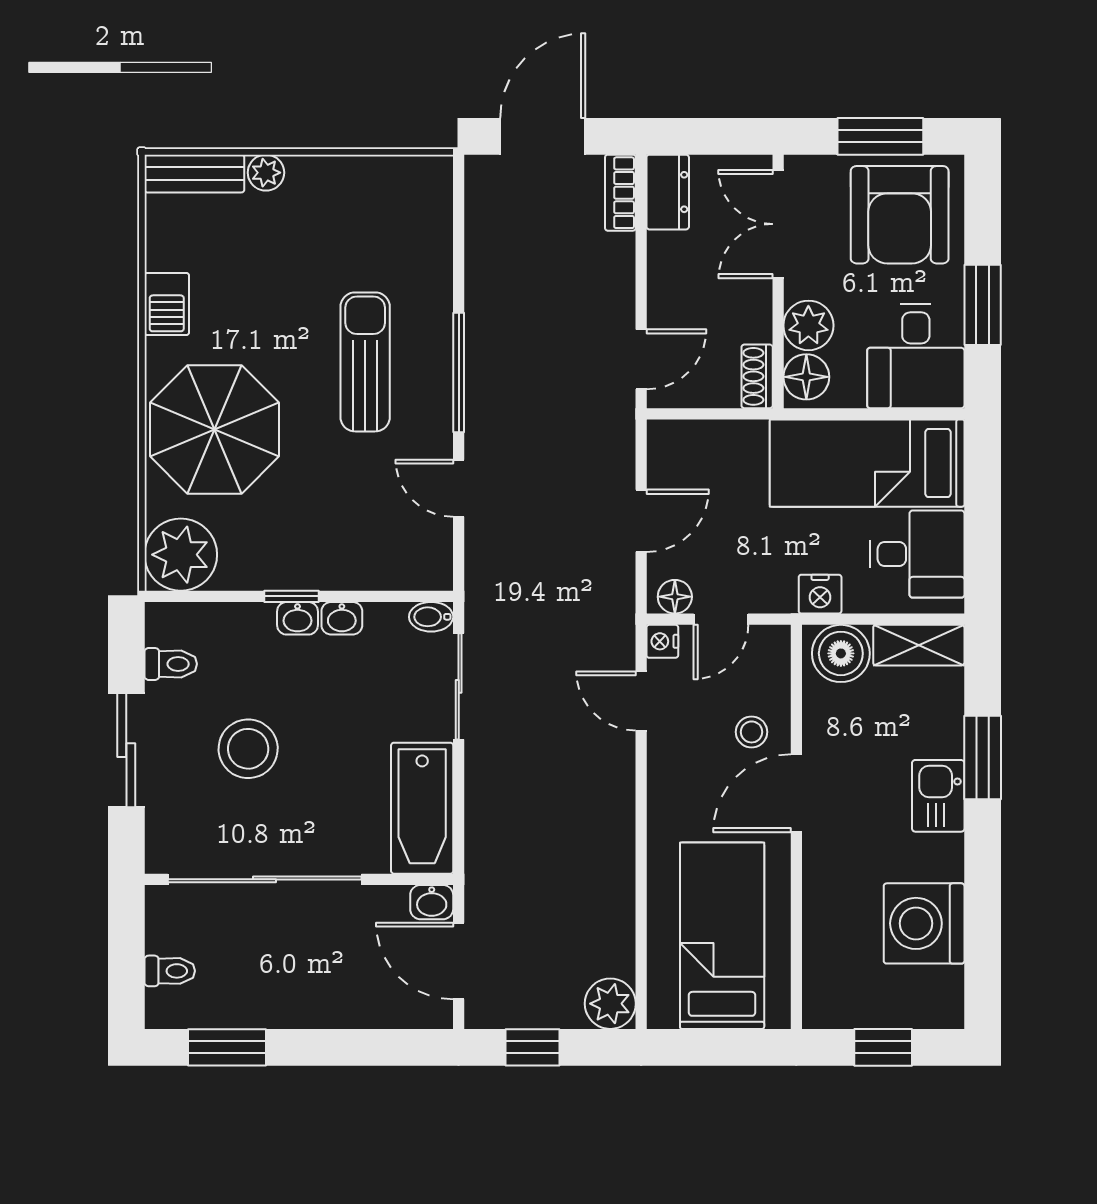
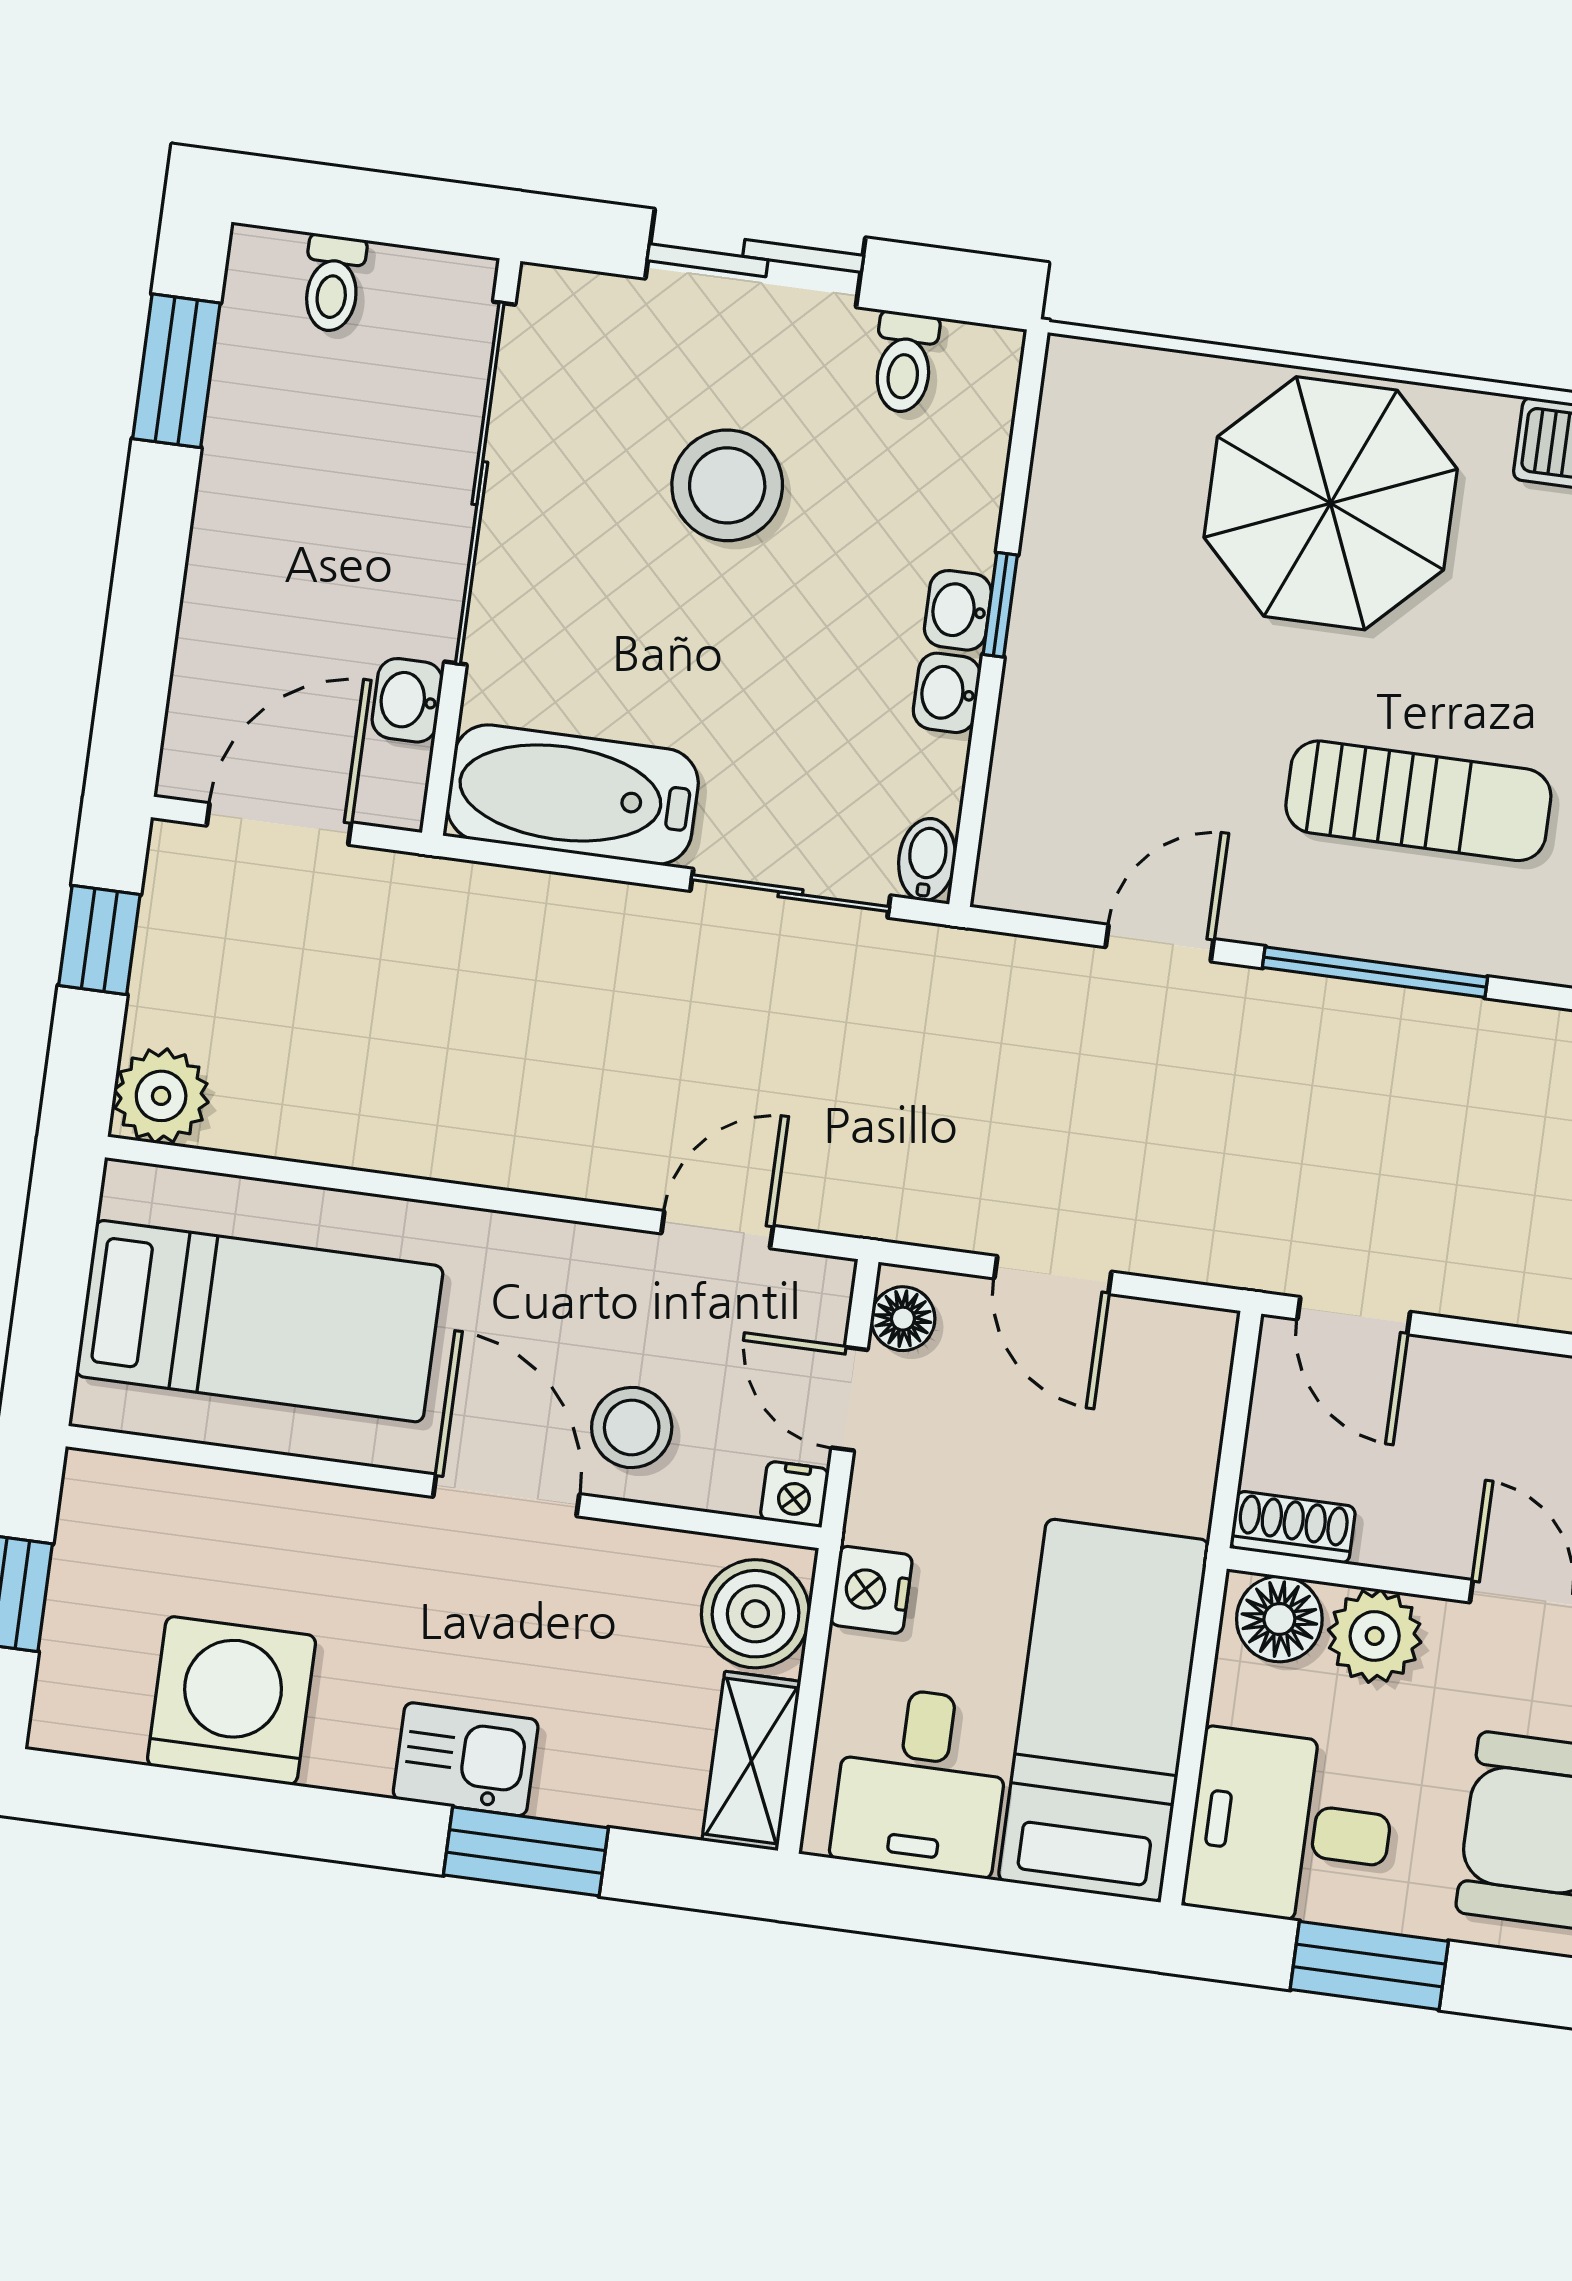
plant: (181, 555) -> (1106, 409), removed
nightstand: (662, 641) -> (795, 1494), moved, turned 180
stool: (752, 732) -> (632, 1427), width x1.37, depth x1.37
washbasin: (432, 902) -> (407, 700), moved

